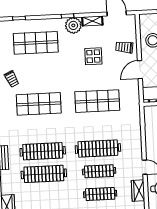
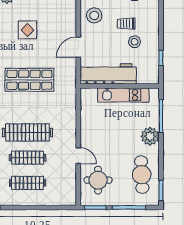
trolley: (124, 47) -> (62, 22), removed
wardrobe: (138, 191) -> (70, 181), removed

